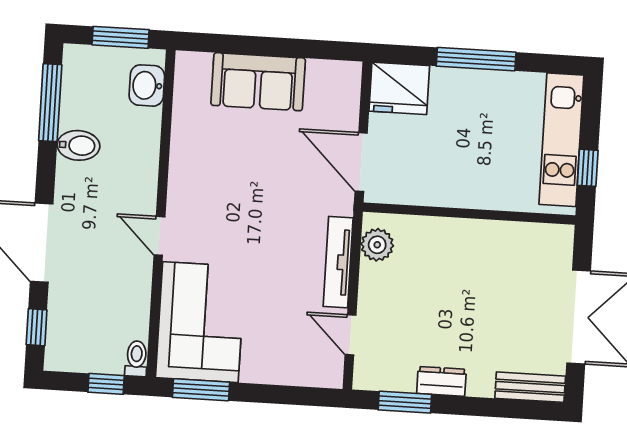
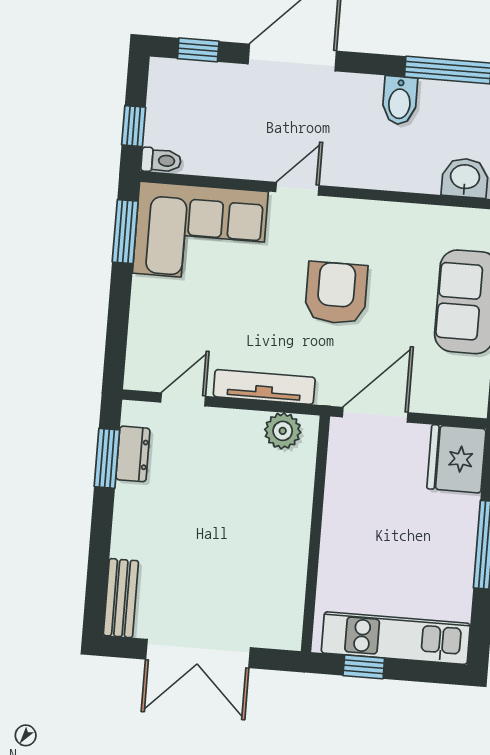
armchair: (252, 199) -> (336, 293), added
dresser: (441, 381) -> (133, 454), moved

